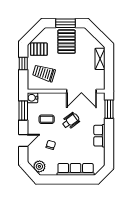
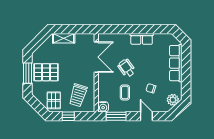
window: (109, 109) -> (115, 29), removed

